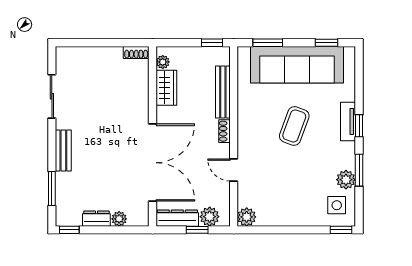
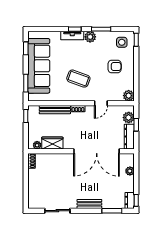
coffee table: (294, 126) -> (78, 79), moved
double door: (153, 163) -> (97, 151), swing flipped
plant: (346, 180) -> (90, 37), moved
armchair: (296, 193) -> (115, 67), added
dresser: (96, 219) -> (130, 200), moved

